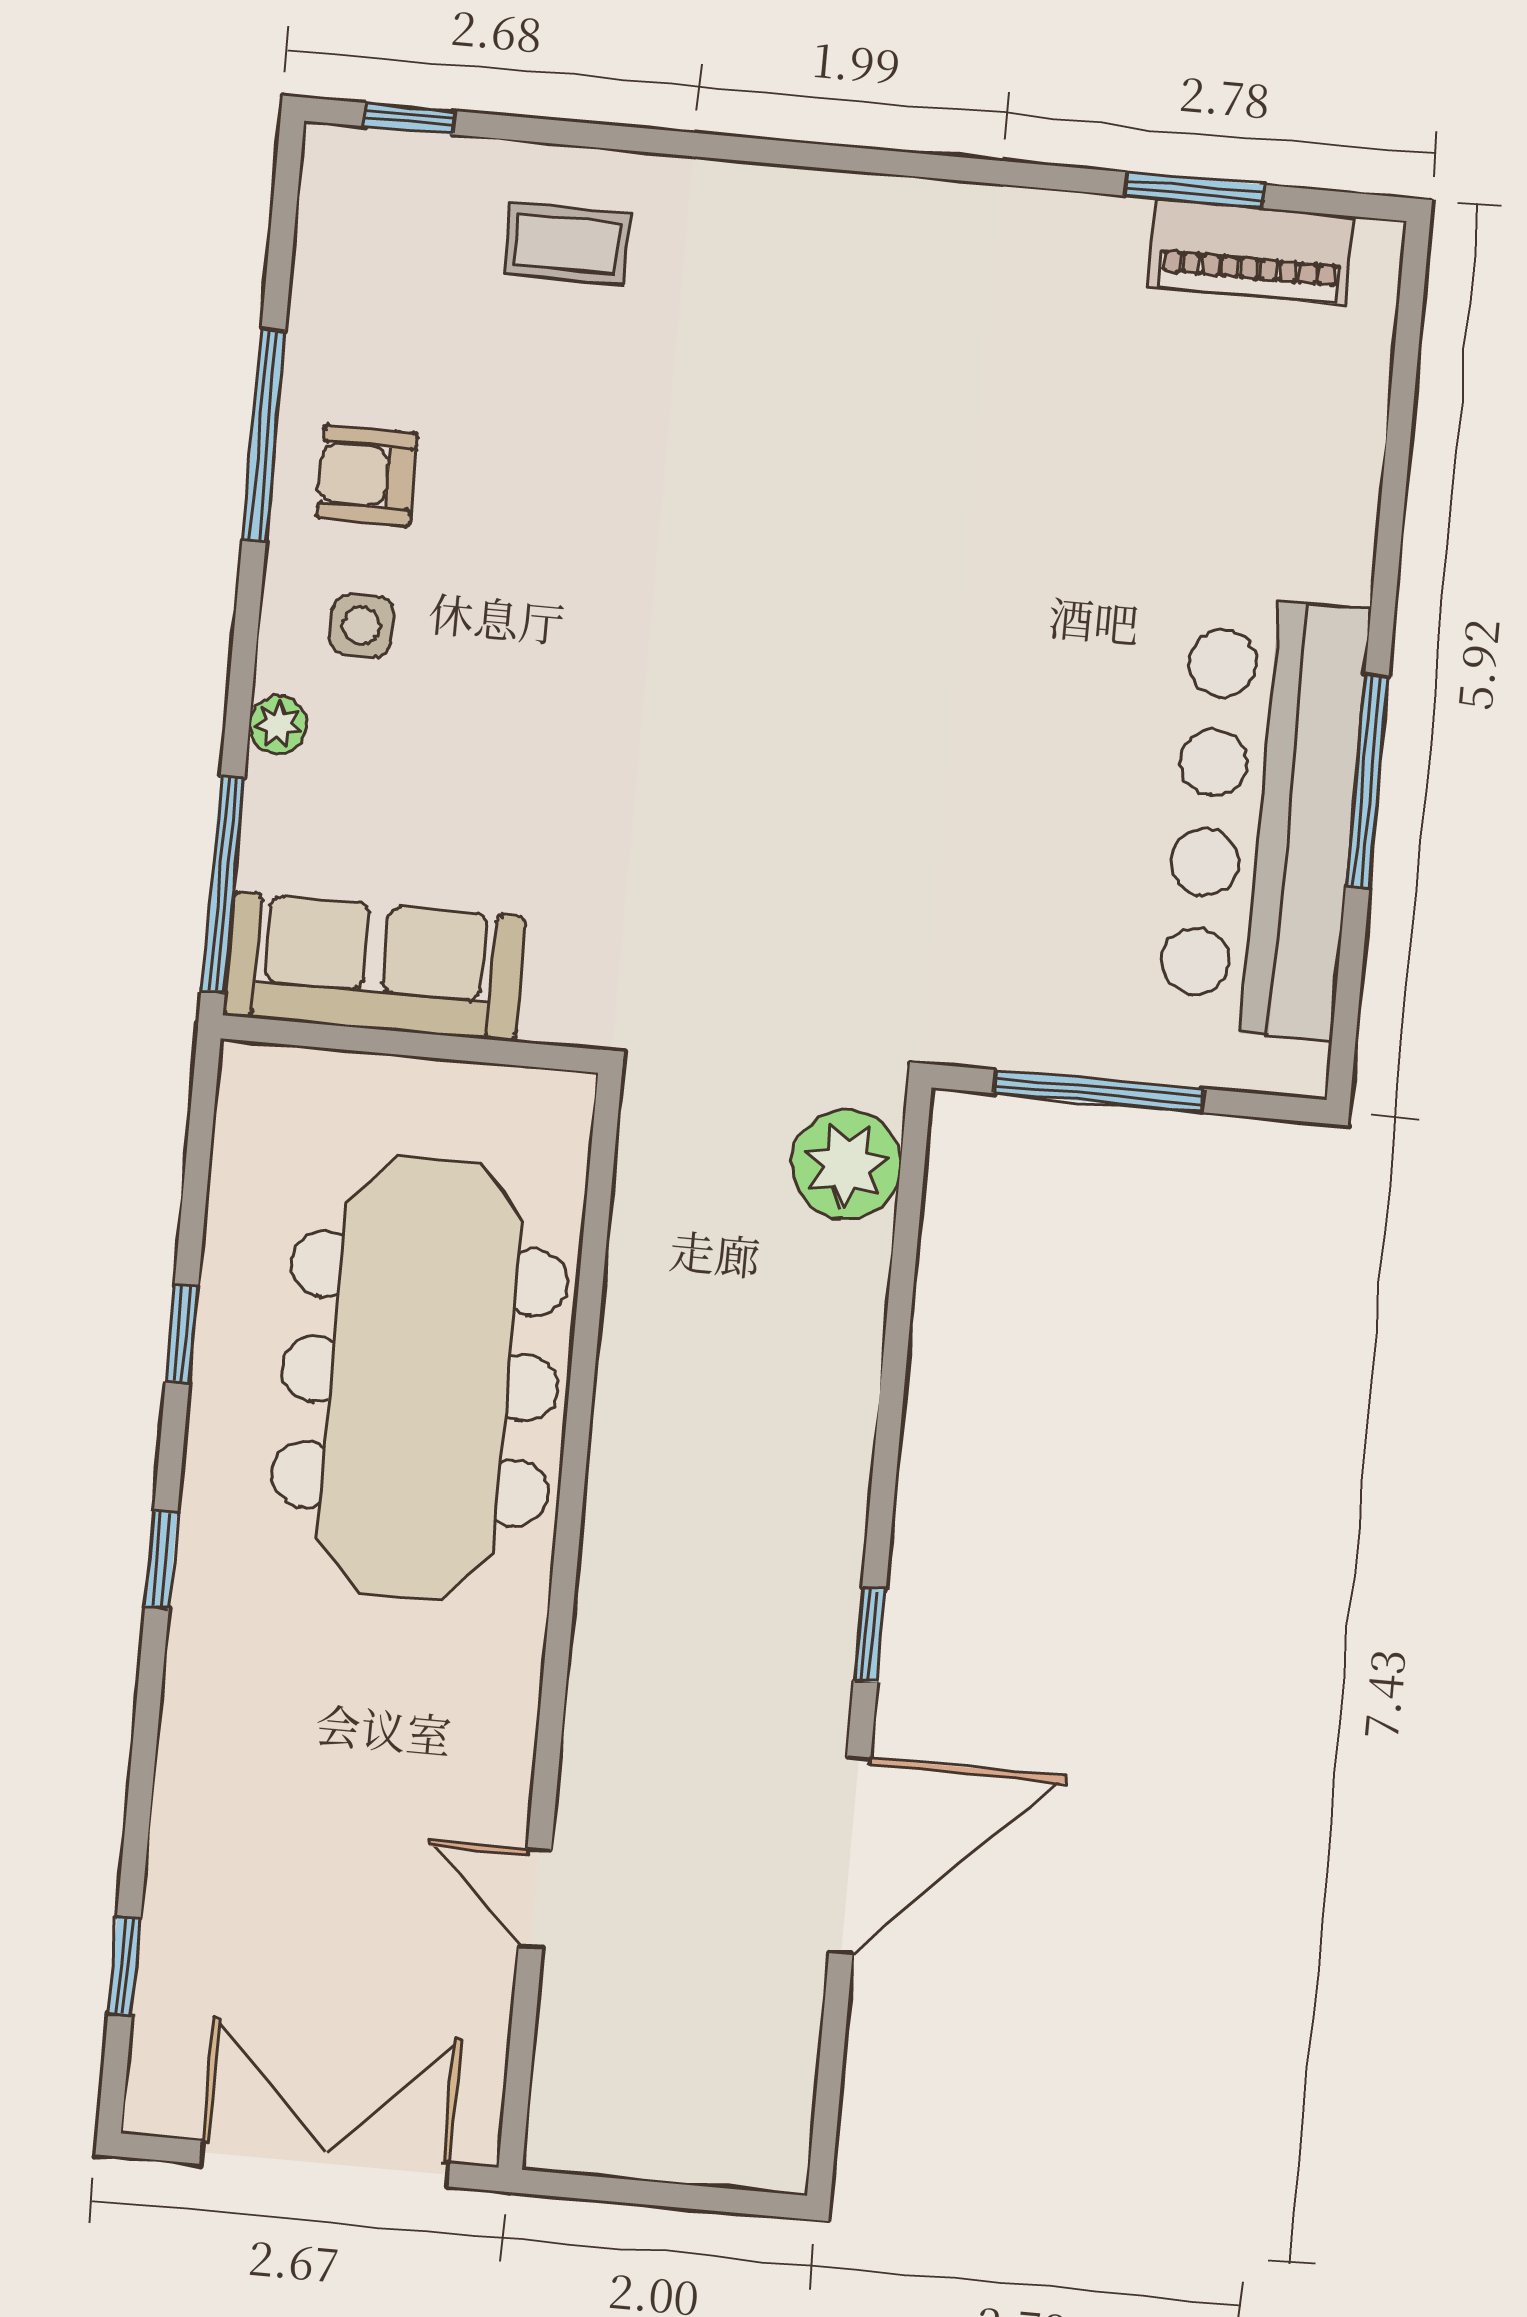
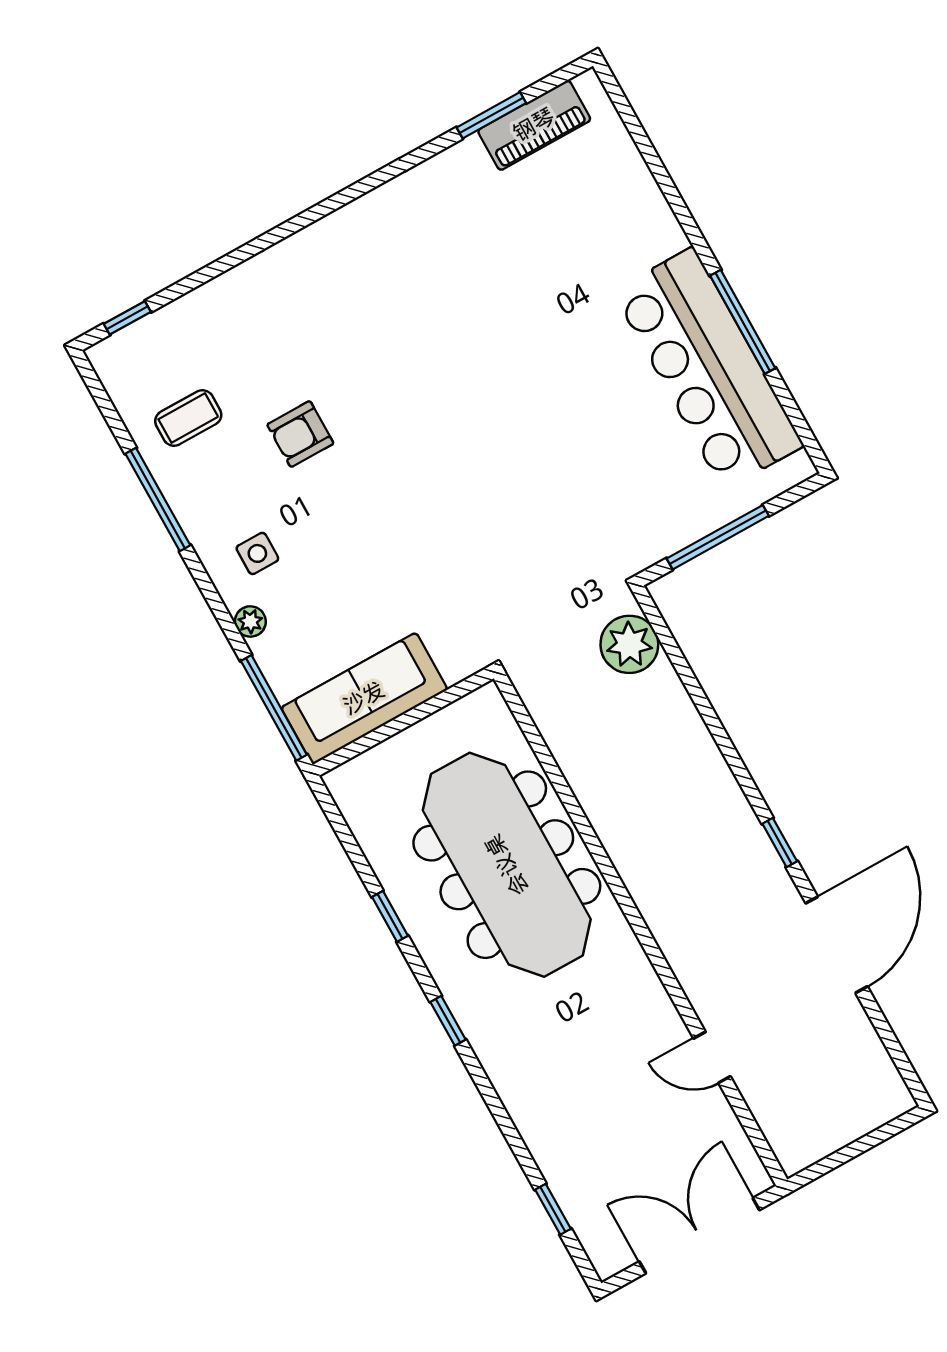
coffee table: (568, 244) -> (188, 418), moved
armchair: (367, 476) -> (300, 434), moved

